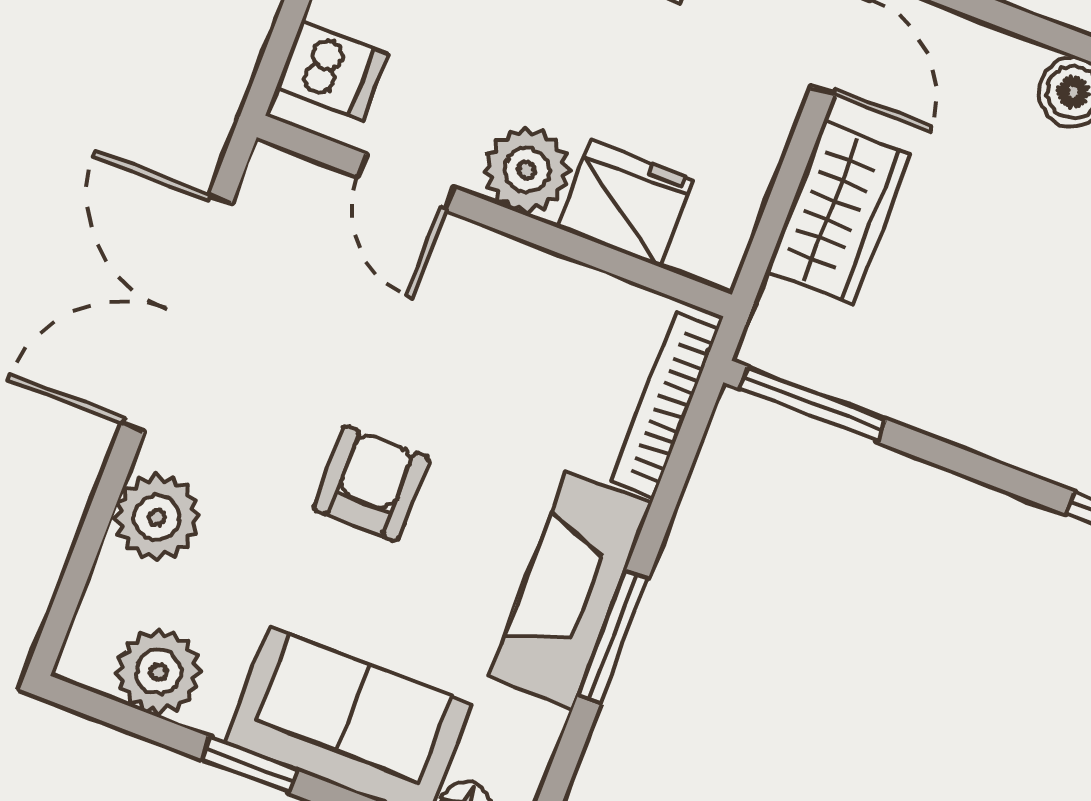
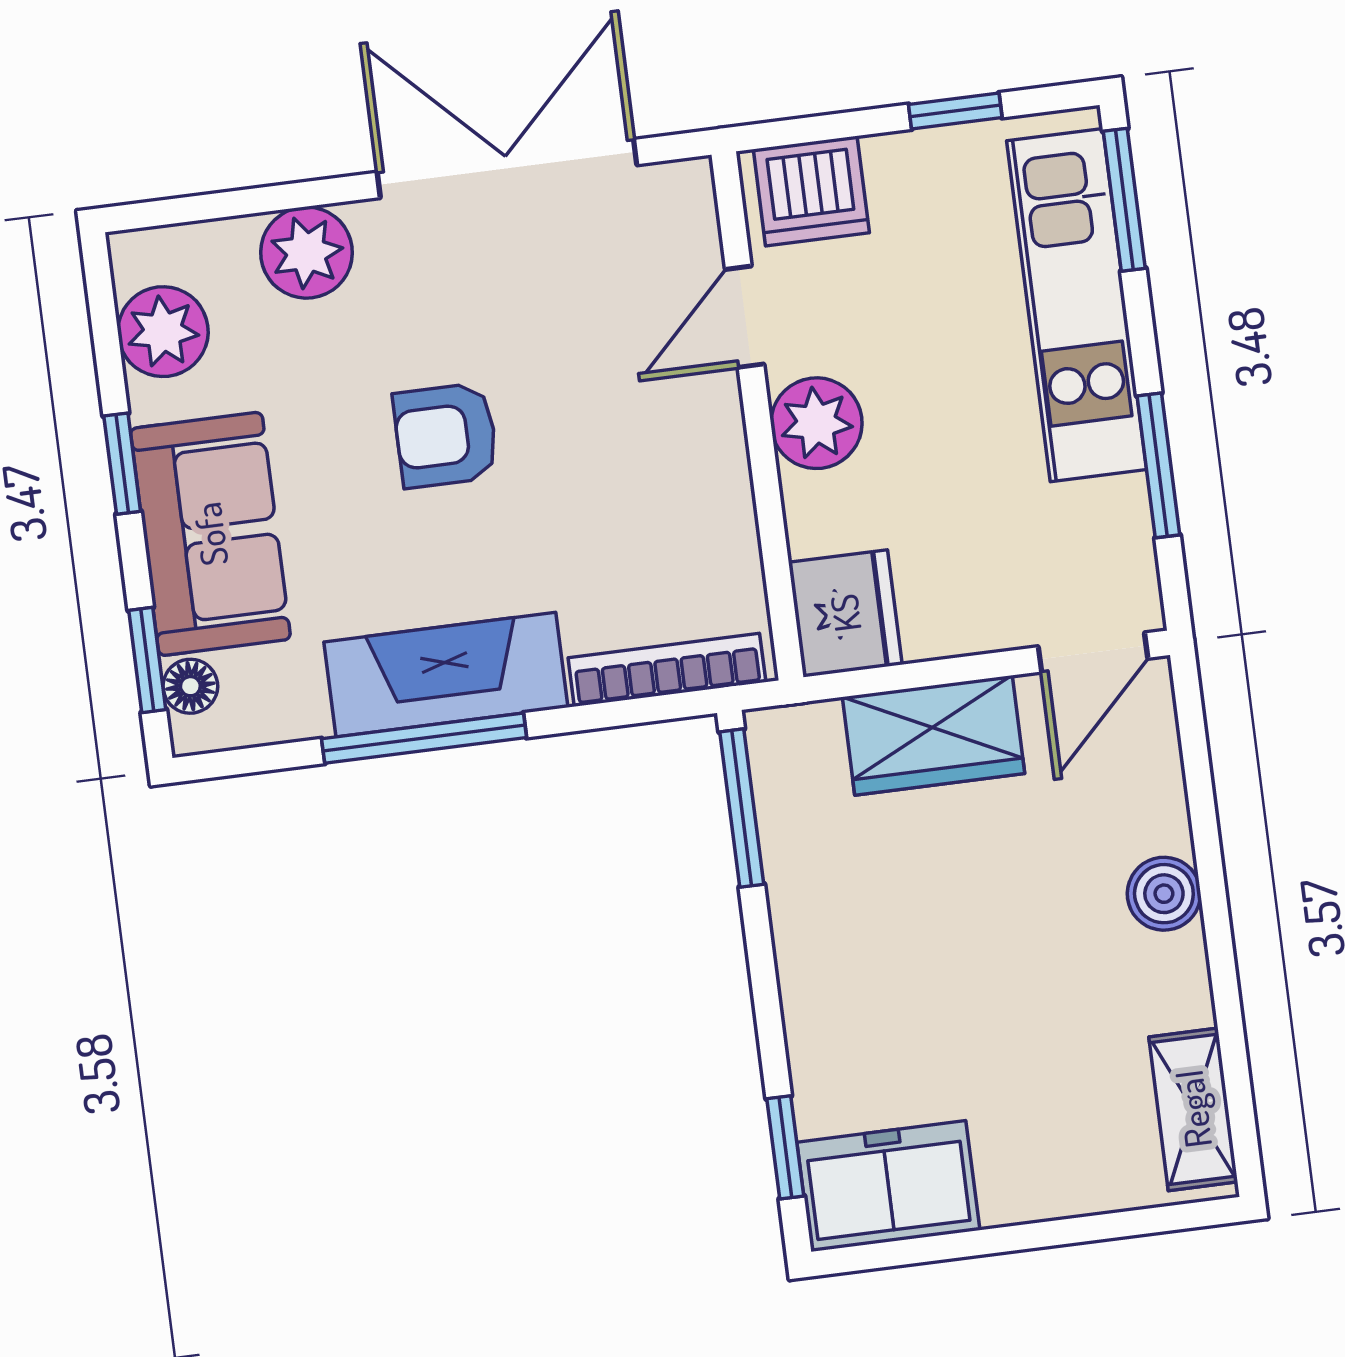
dishwasher: (332, 71) -> (811, 191), width x1.38
fridge: (625, 203) -> (845, 613), moved
armchair: (371, 484) -> (446, 435), turned 180
window: (613, 637) -> (424, 738), width x1.44

